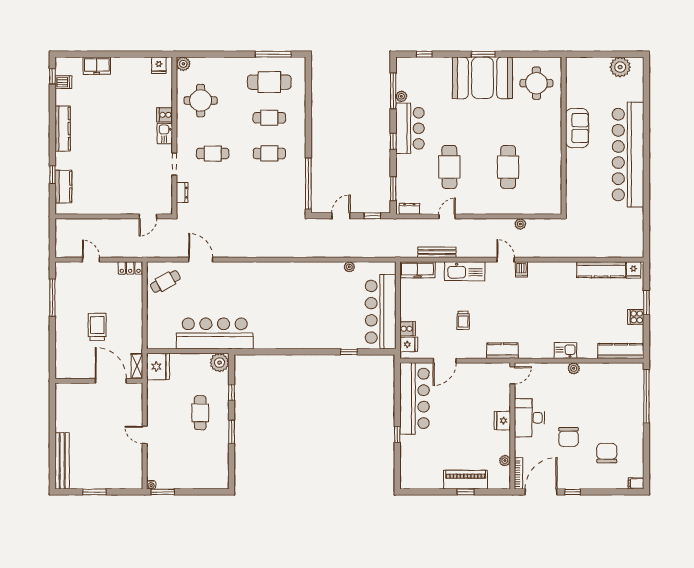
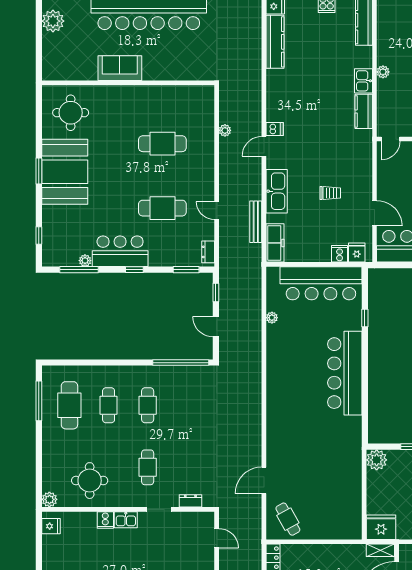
bar counter: (215, 334) -> (345, 373), moved
kitchen counter: (502, 351) -> (364, 111), moved
door: (512, 375) -> (391, 139), swing flipped

